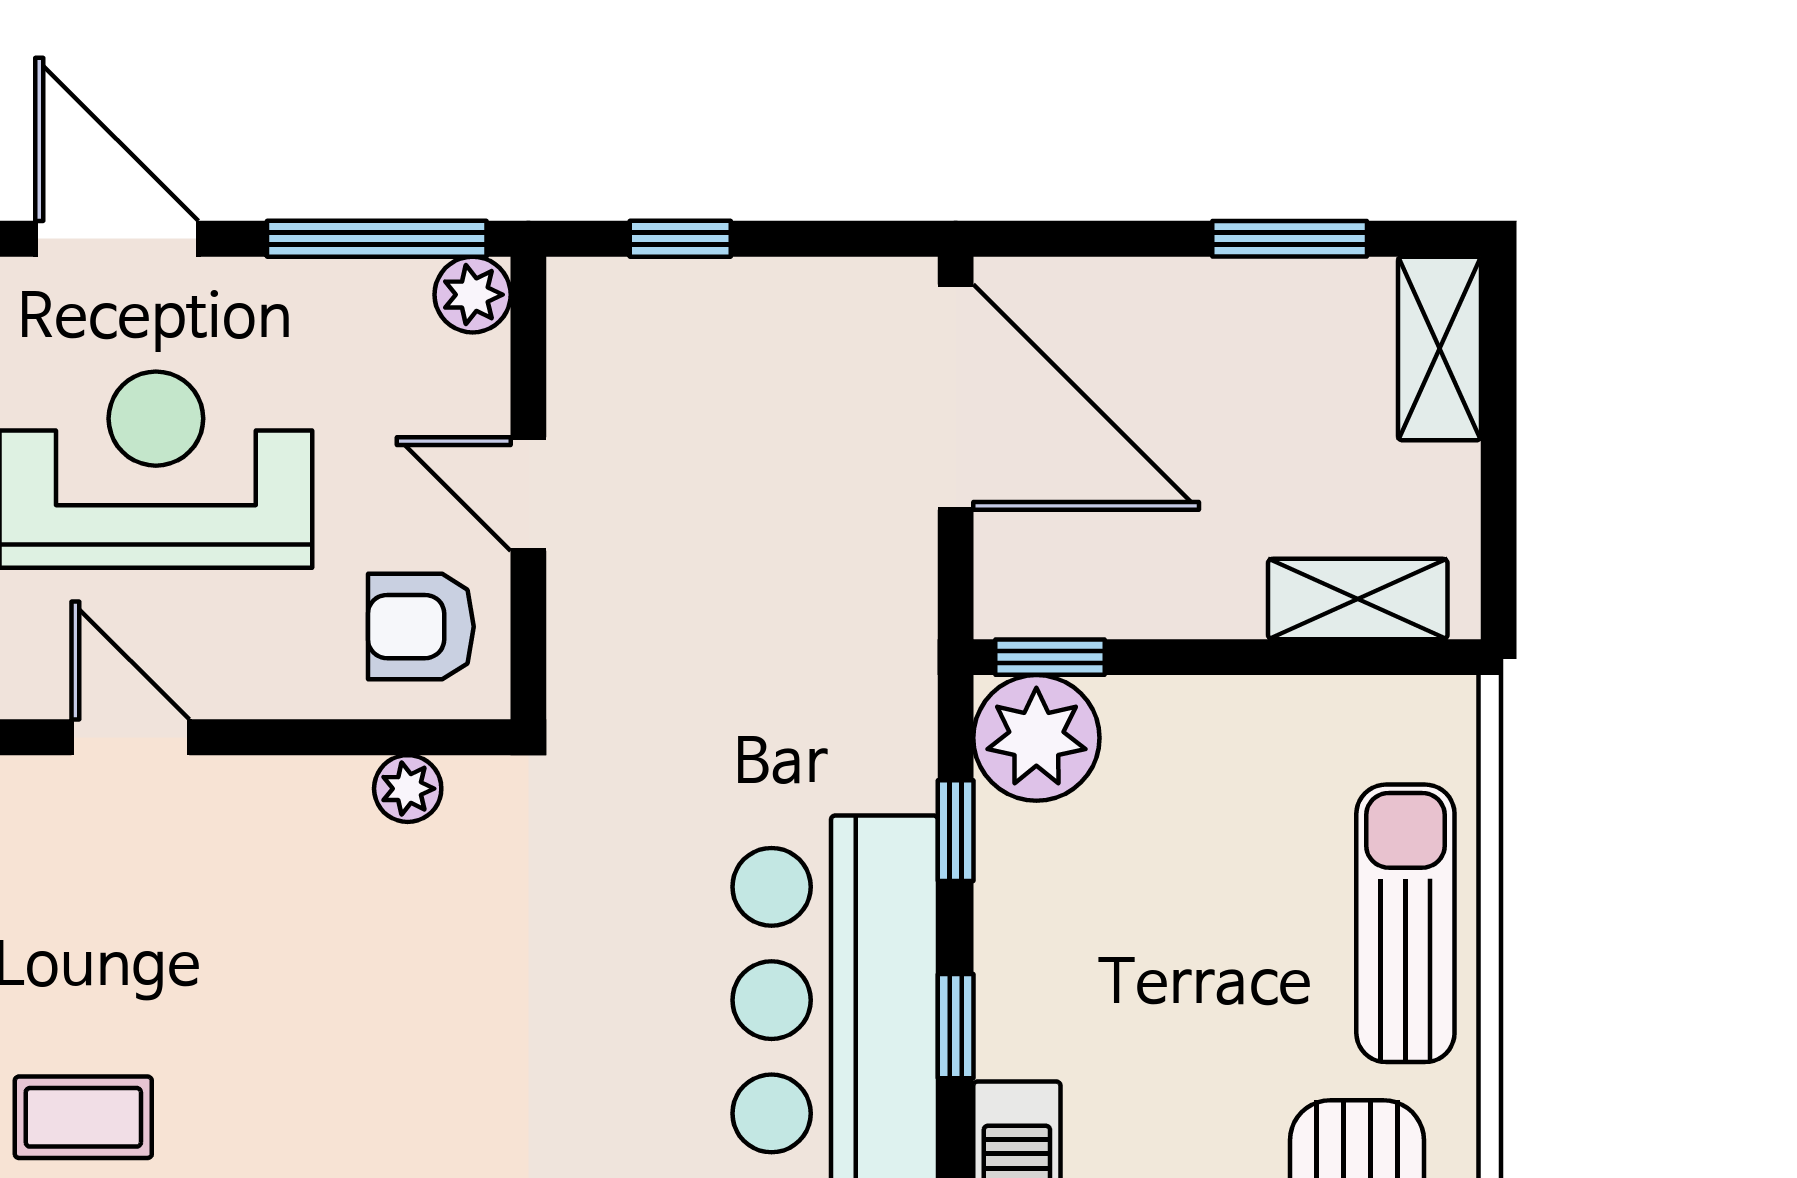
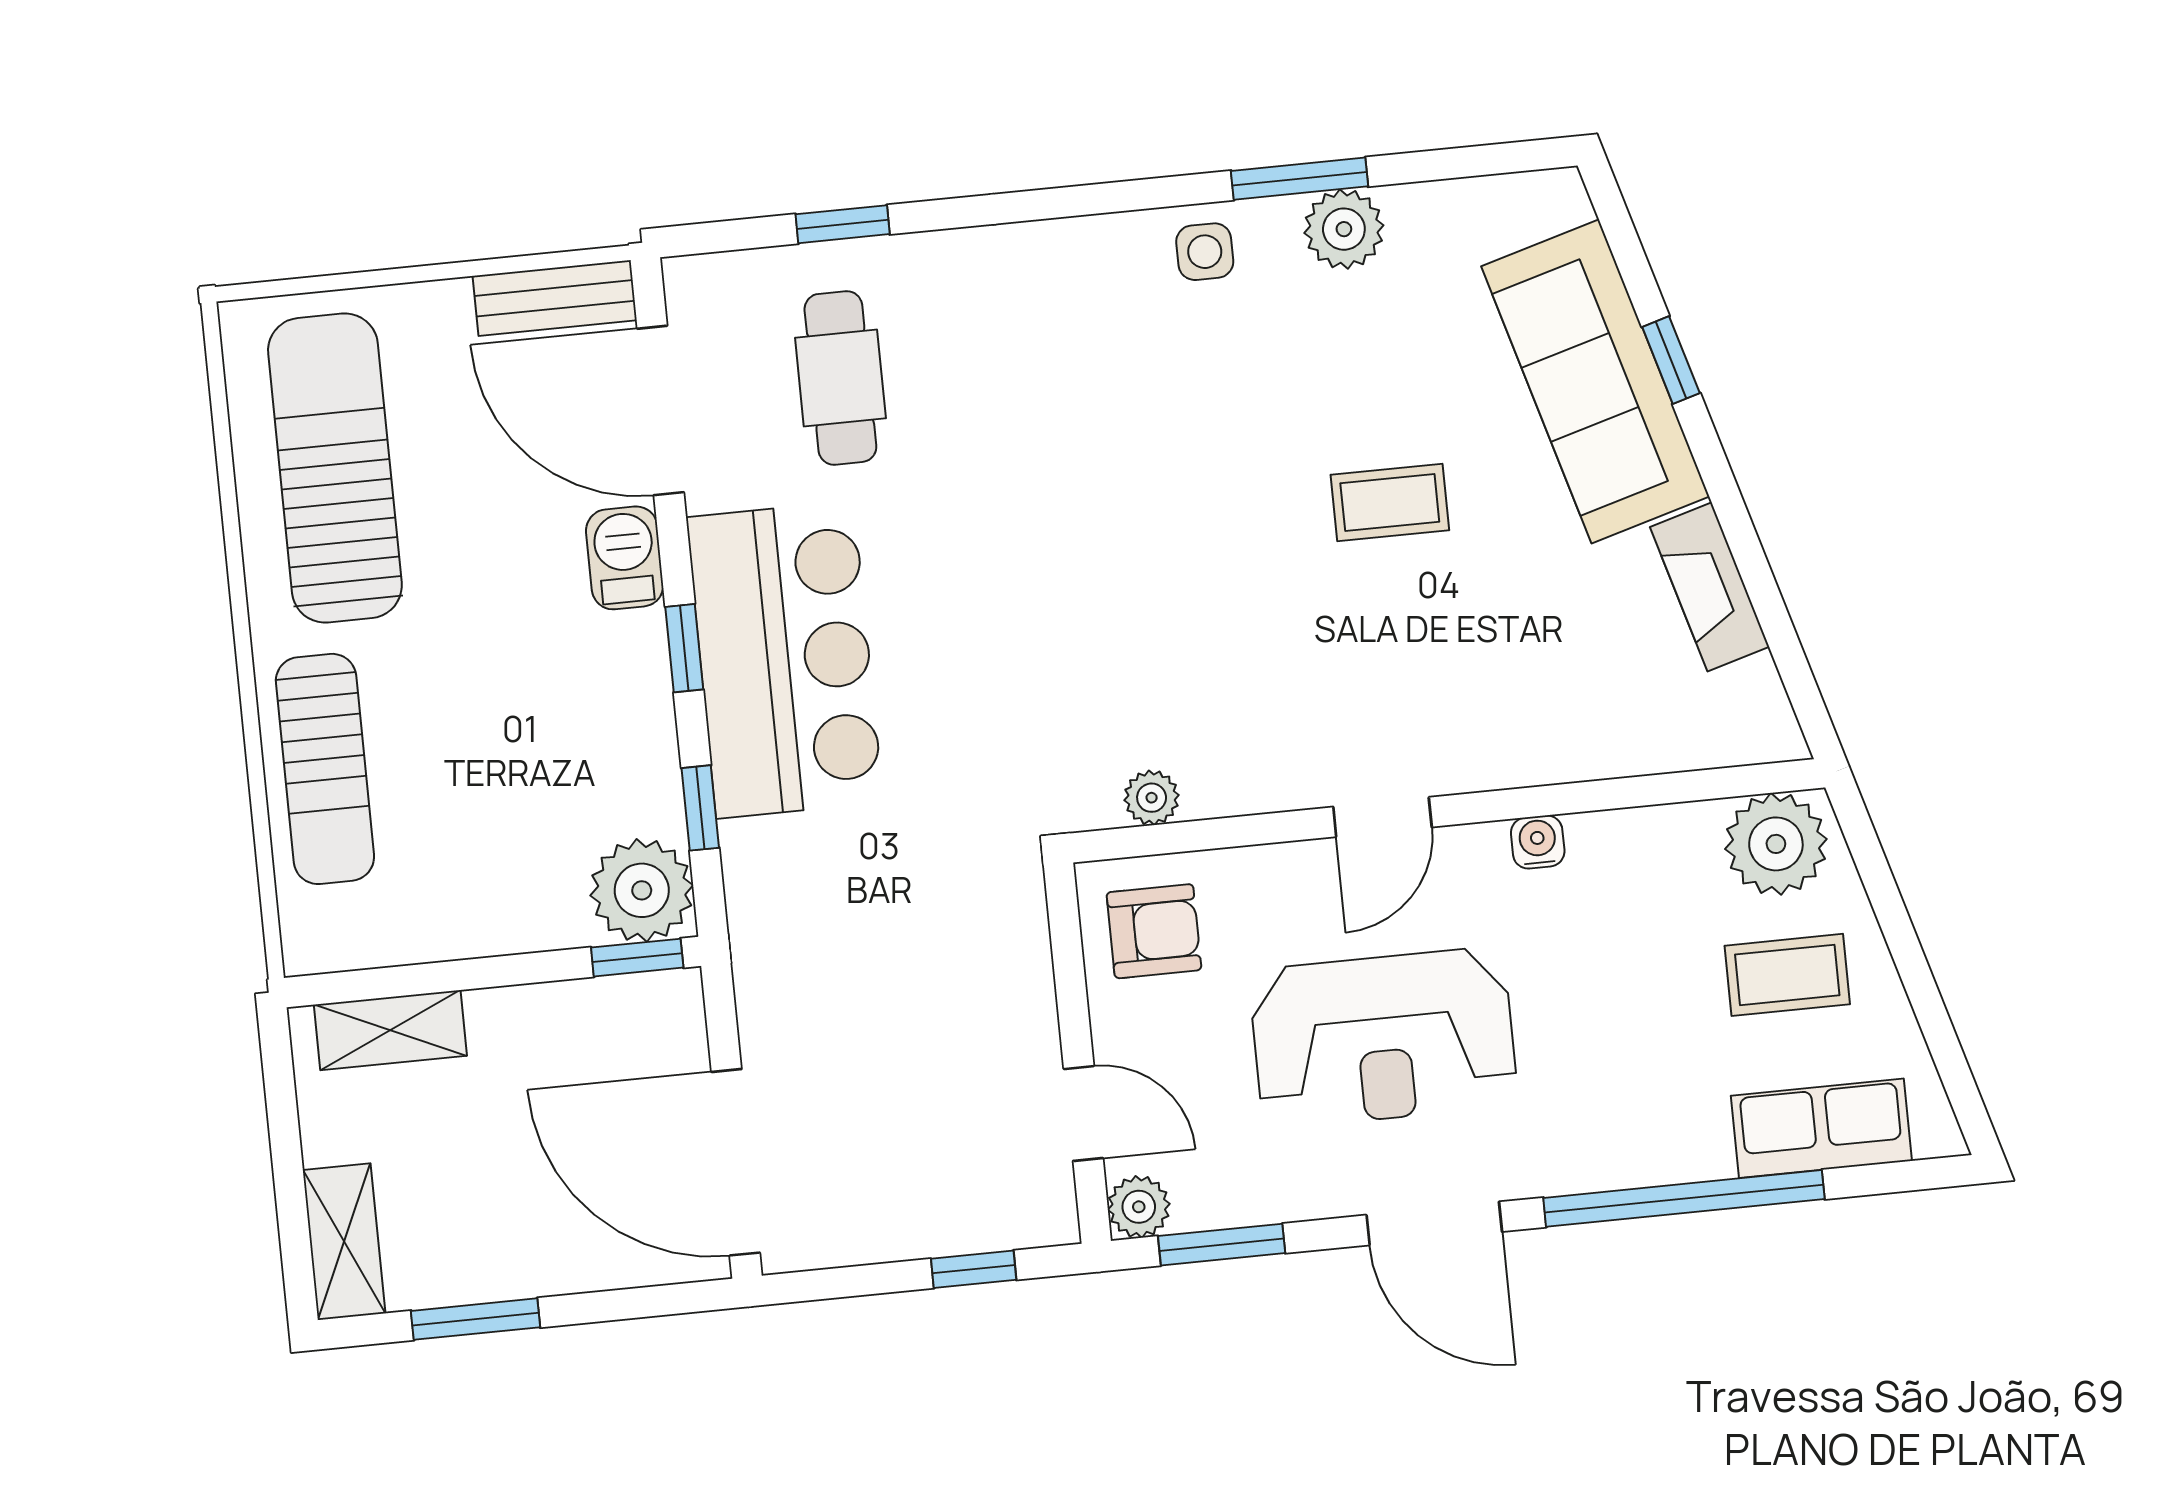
window: (377, 239) -> (1222, 1245), width x0.69
door: (528, 494) -> (1083, 1113), moved
door: (130, 737) -> (1382, 817), hinge flipped

